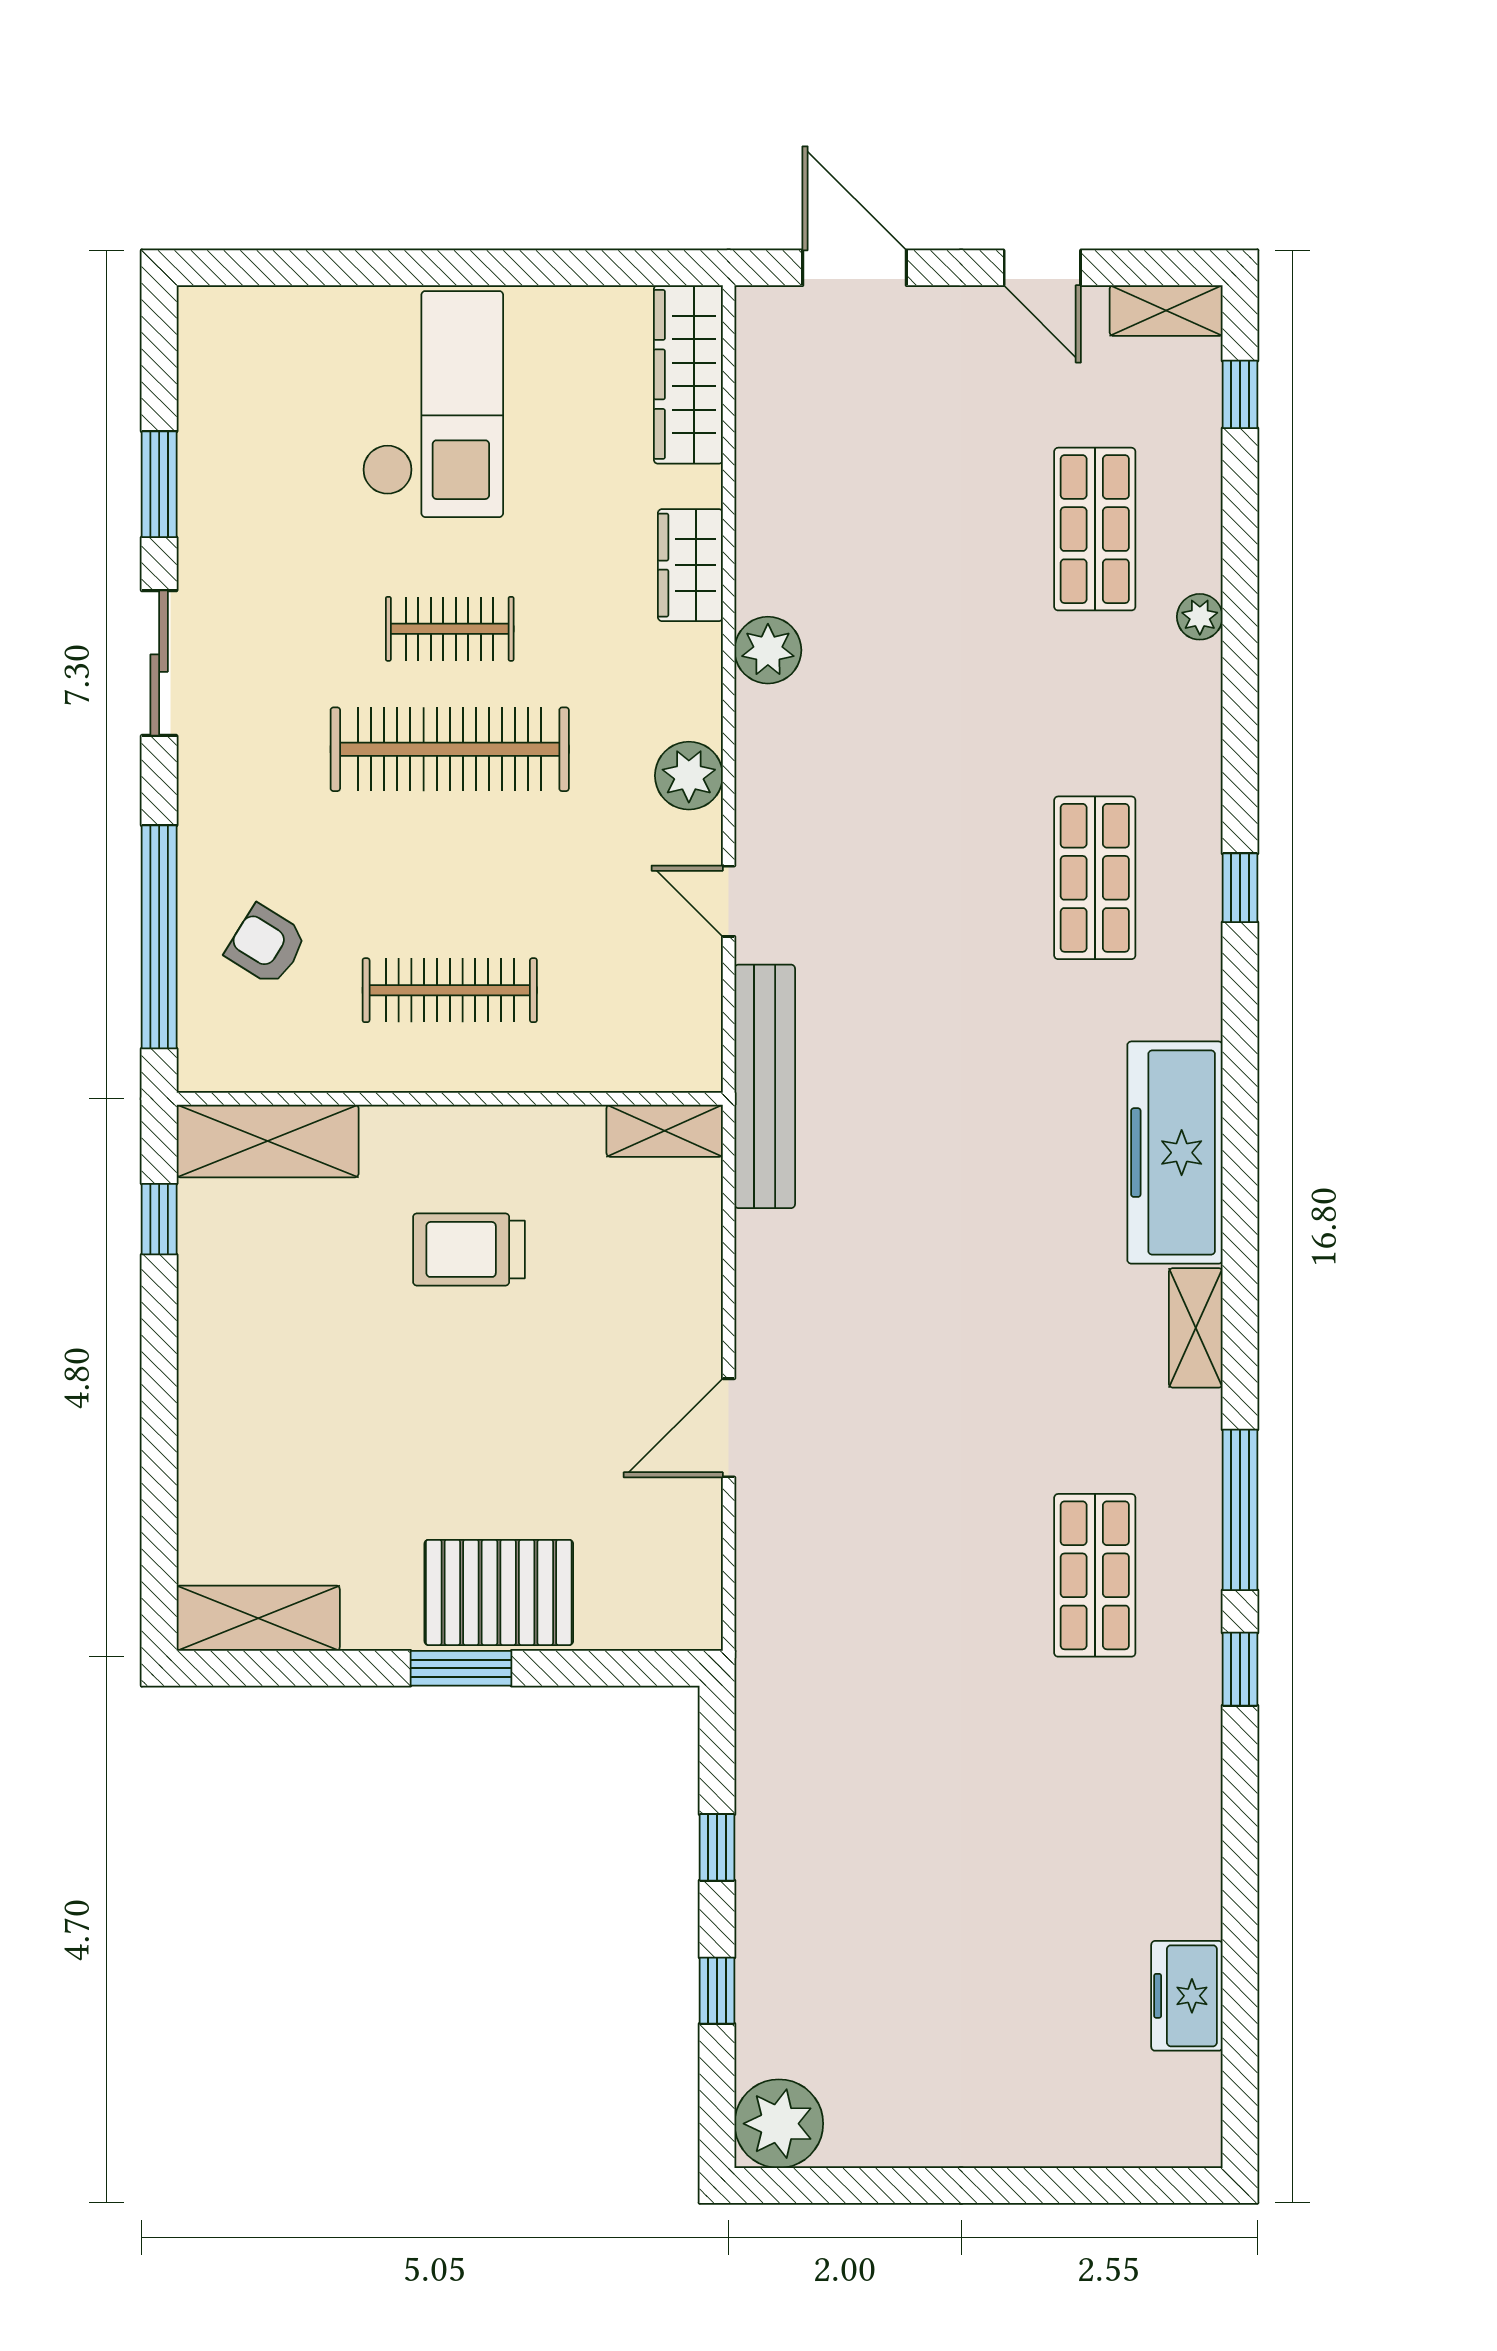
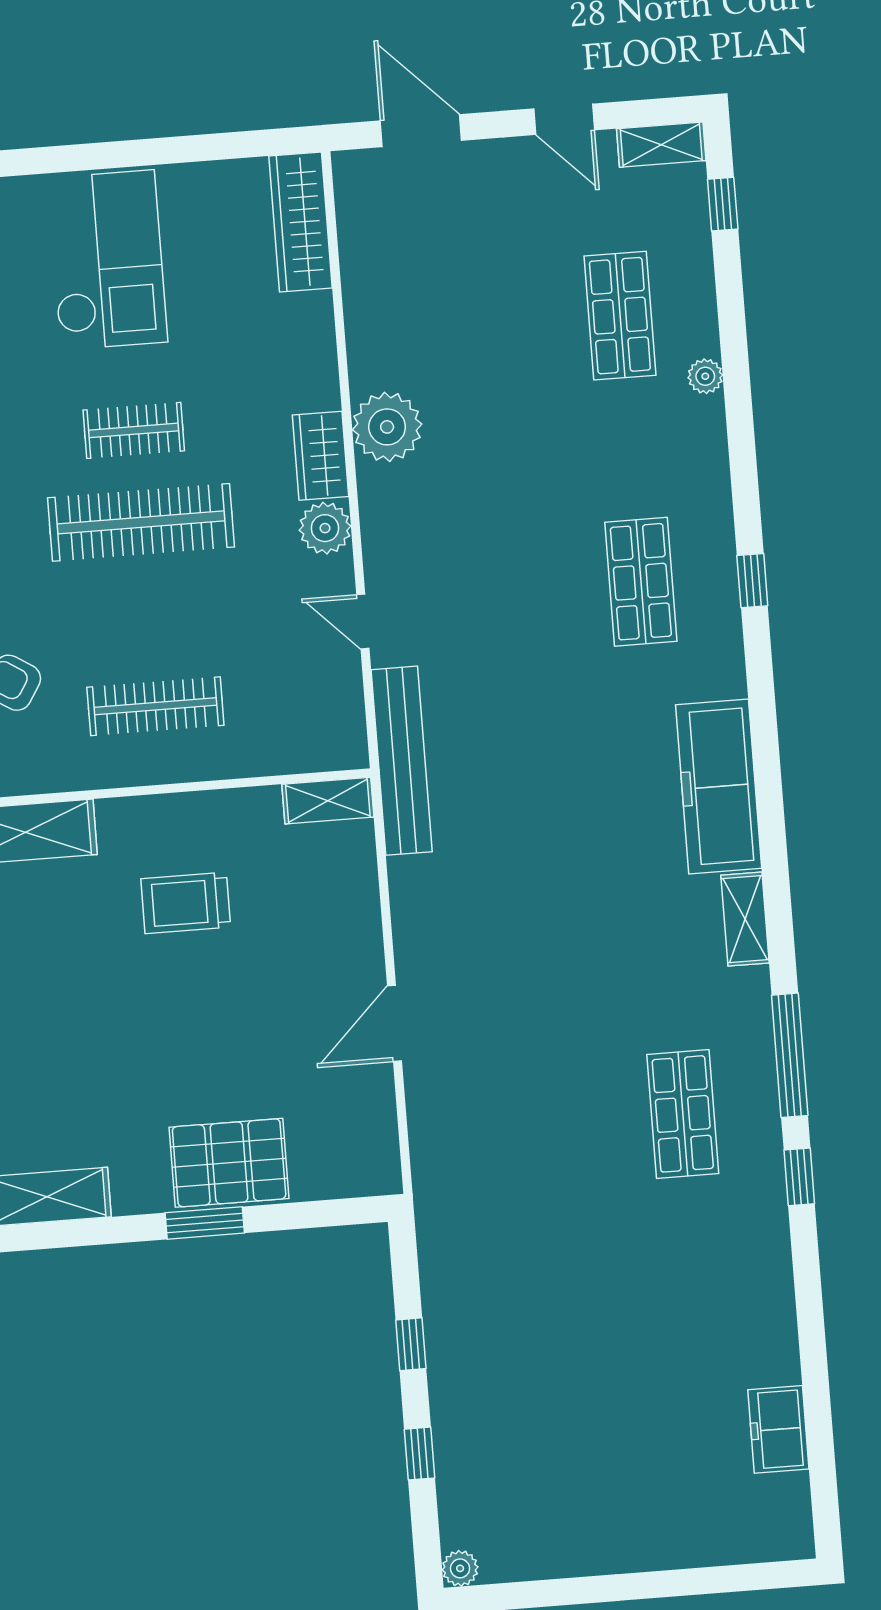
wardrobe: (690, 565) -> (320, 456), moved
plant: (768, 650) -> (387, 427), width x1.36, depth x1.36
plant: (779, 2124) -> (460, 1568), width x0.53, depth x0.53

